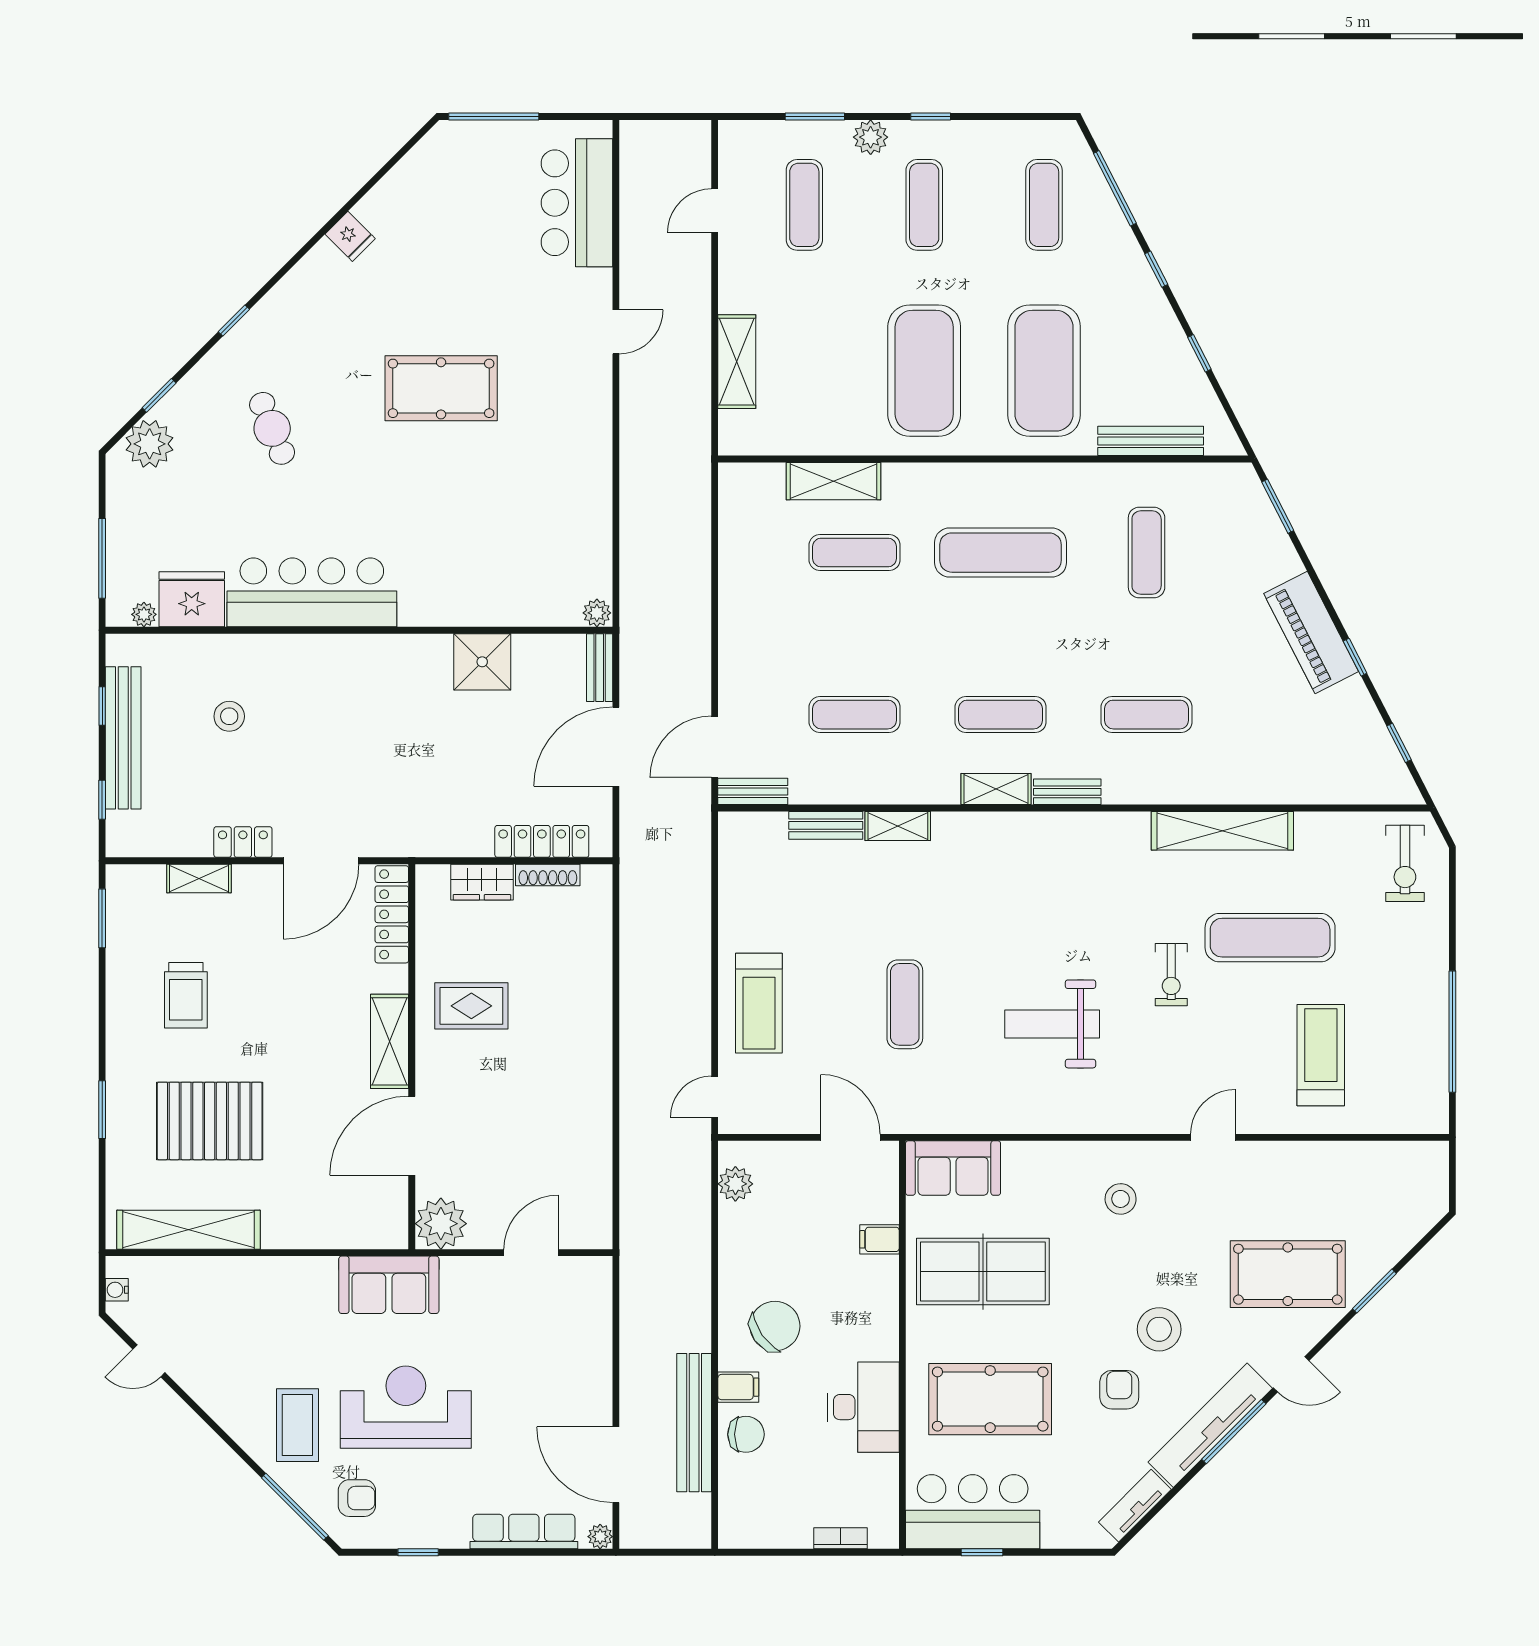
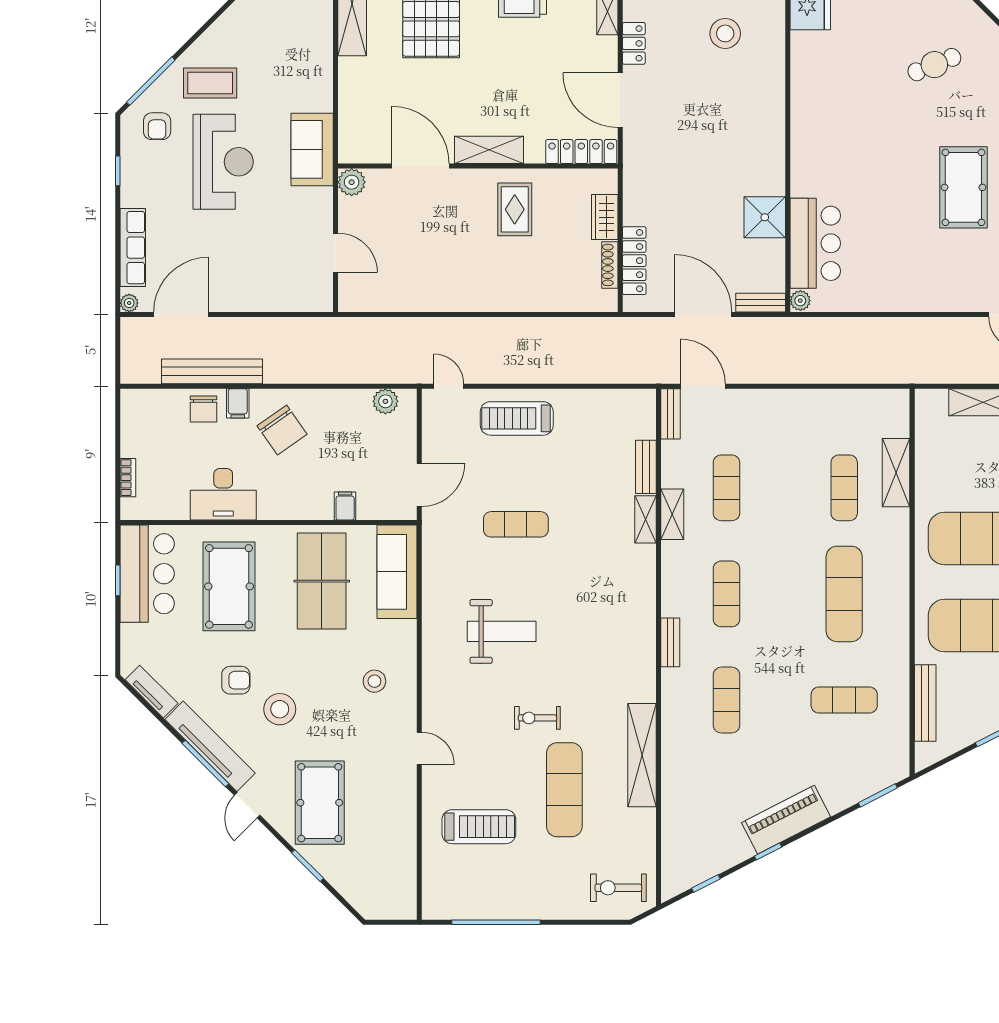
bar counter: (312, 592) -> (815, 243), moved, width x0.73
stool: (229, 716) -> (725, 33), width x1.38, depth x1.38
shelving: (996, 789) -> (672, 514), moved
weight bench: (1052, 1024) -> (502, 631), turned 90
sofa: (953, 1168) -> (397, 572), width x1.36
plant: (441, 1224) -> (352, 182), width x0.73, depth x0.73

